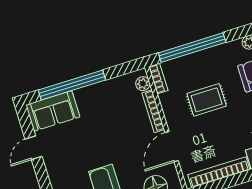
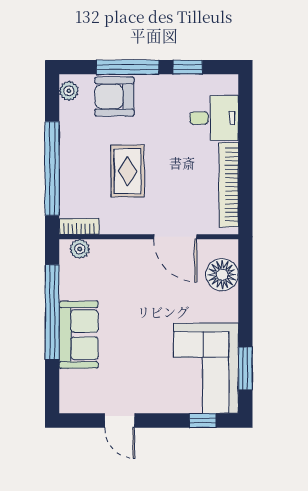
window: (72, 85) -> (52, 312), moved
sofa: (53, 111) -> (79, 335), moved
bookcase: (153, 111) -> (121, 247), removed

